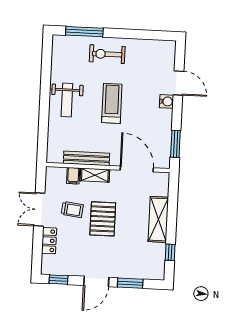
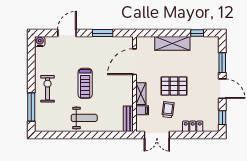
exercise bike: (107, 54) -> (48, 89), turned 180
water cooler: (166, 101) -> (40, 42), moved
treadmill: (112, 103) -> (85, 83), turned -90
window: (175, 144) -> (103, 33), moved
bench: (87, 158) -> (128, 119), moved, width x0.73
double door: (39, 209) -> (157, 135), moved

